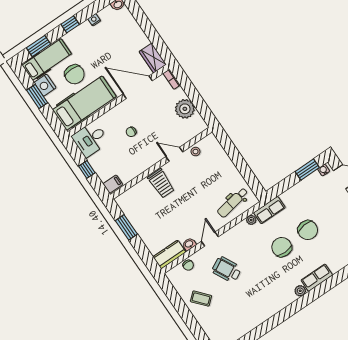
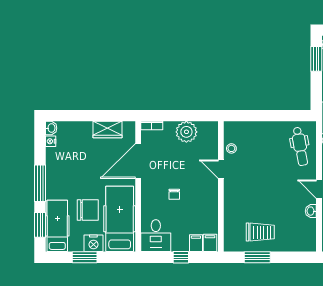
nightstand: (94, 20) -> (51, 141), moved
window: (70, 24) -> (40, 183), width x2.17
wardrobe: (153, 58) -> (108, 130), moved
nightstand: (45, 85) -> (93, 243), moved
door: (174, 154) -> (221, 169), hinge flipped
filing cabinet: (105, 174) -> (196, 243), added
trolley: (161, 183) -> (260, 232), moved
kitchen counter: (169, 254) -> (308, 235), removed

